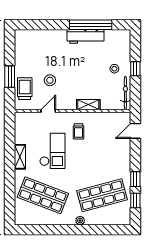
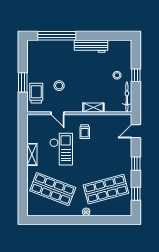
window: (91, 25) -> (57, 36), moved
door: (48, 111) -> (58, 113), swing flipped
window: (135, 179) -> (136, 164), moved

